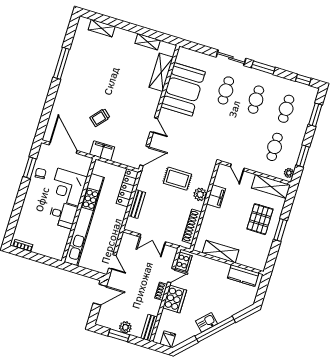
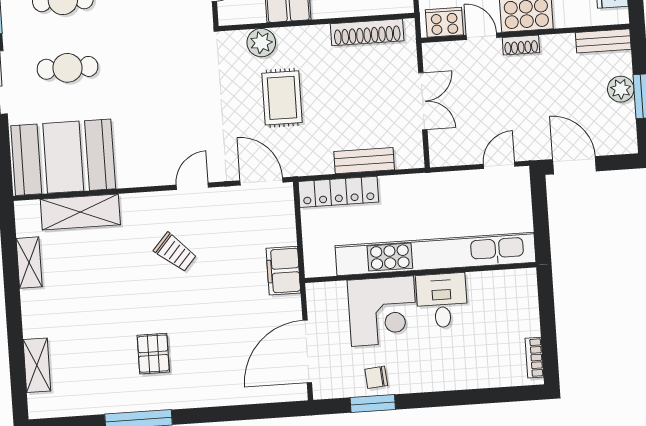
pallet: (88, 81) -> (153, 354), added
booth: (183, 89) -> (63, 157), moved
trolley: (100, 118) -> (175, 252), moved
plant: (200, 194) -> (261, 43), moved

